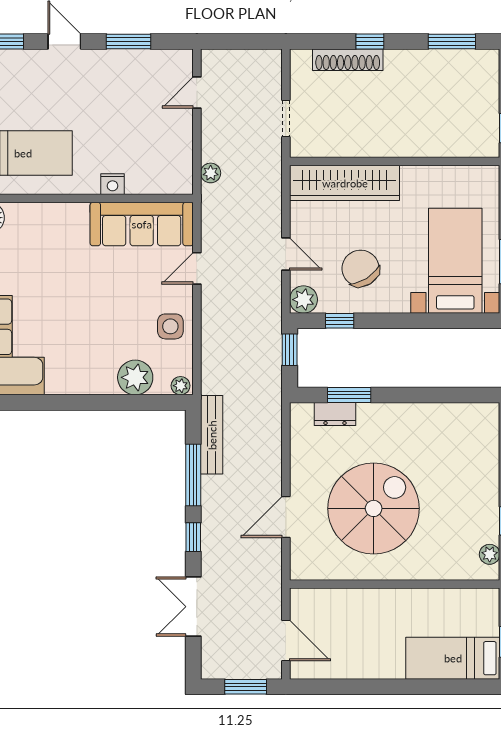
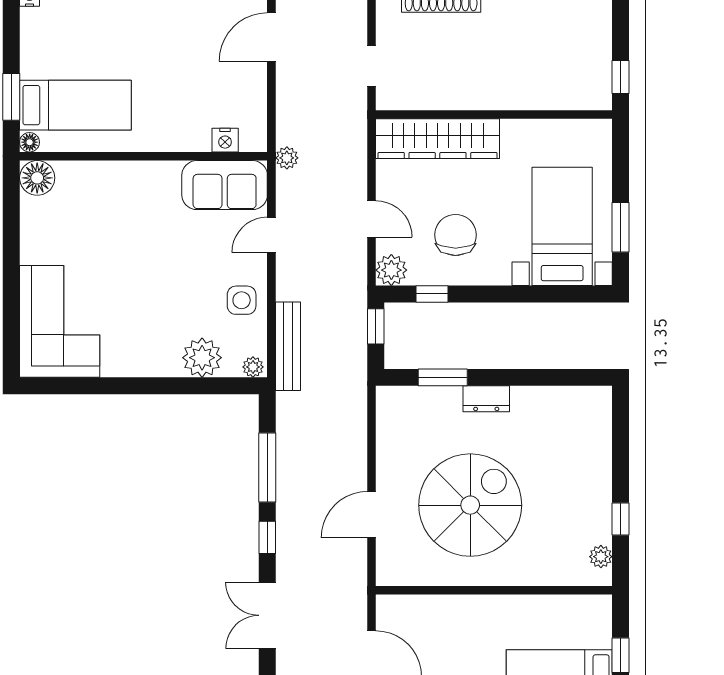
door: (197, 93) -> (271, 37), width x1.38
plant: (211, 173) -> (287, 158), moved
nightstand: (113, 184) -> (225, 140), moved
sofa: (142, 224) -> (225, 185), width x0.73
chair: (361, 268) -> (456, 235), turned 32
dresser: (335, 414) -> (486, 399), moved
bench: (212, 435) -> (288, 346), moved

